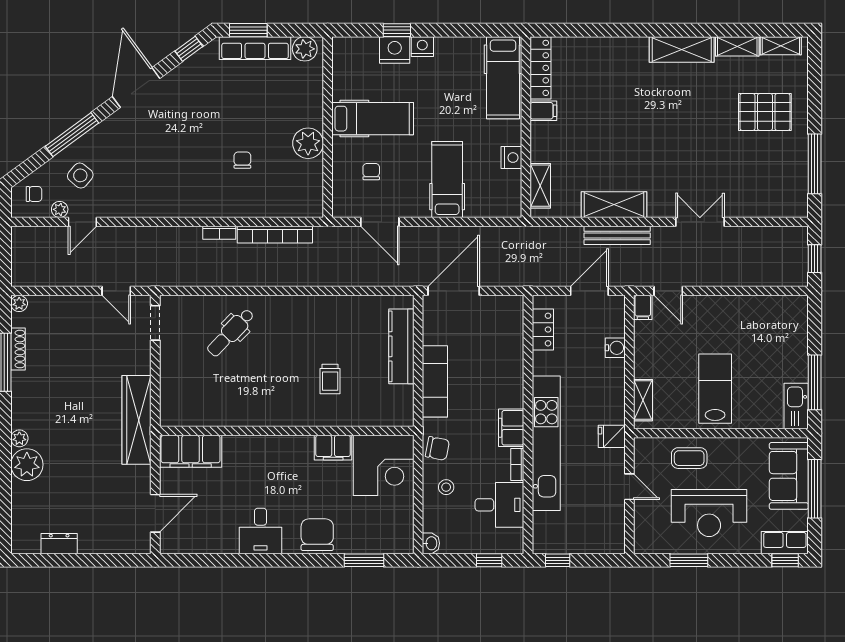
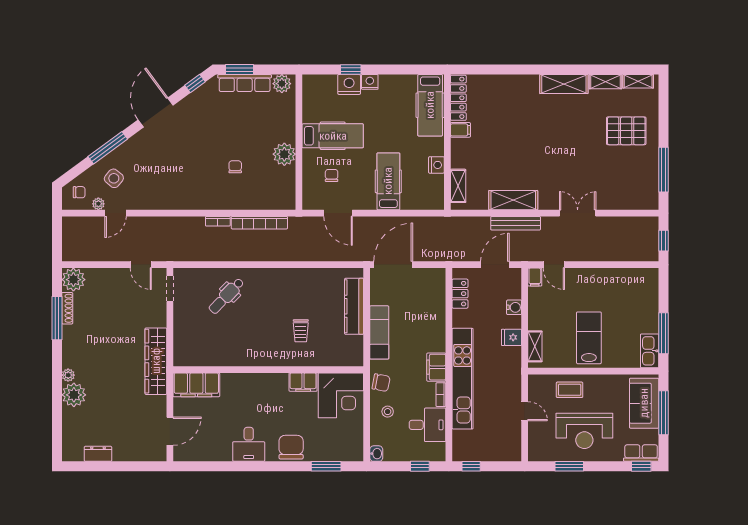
plant: (19, 303) -> (73, 280), width x1.88, depth x1.88
fridge: (612, 436) -> (512, 337), moved

